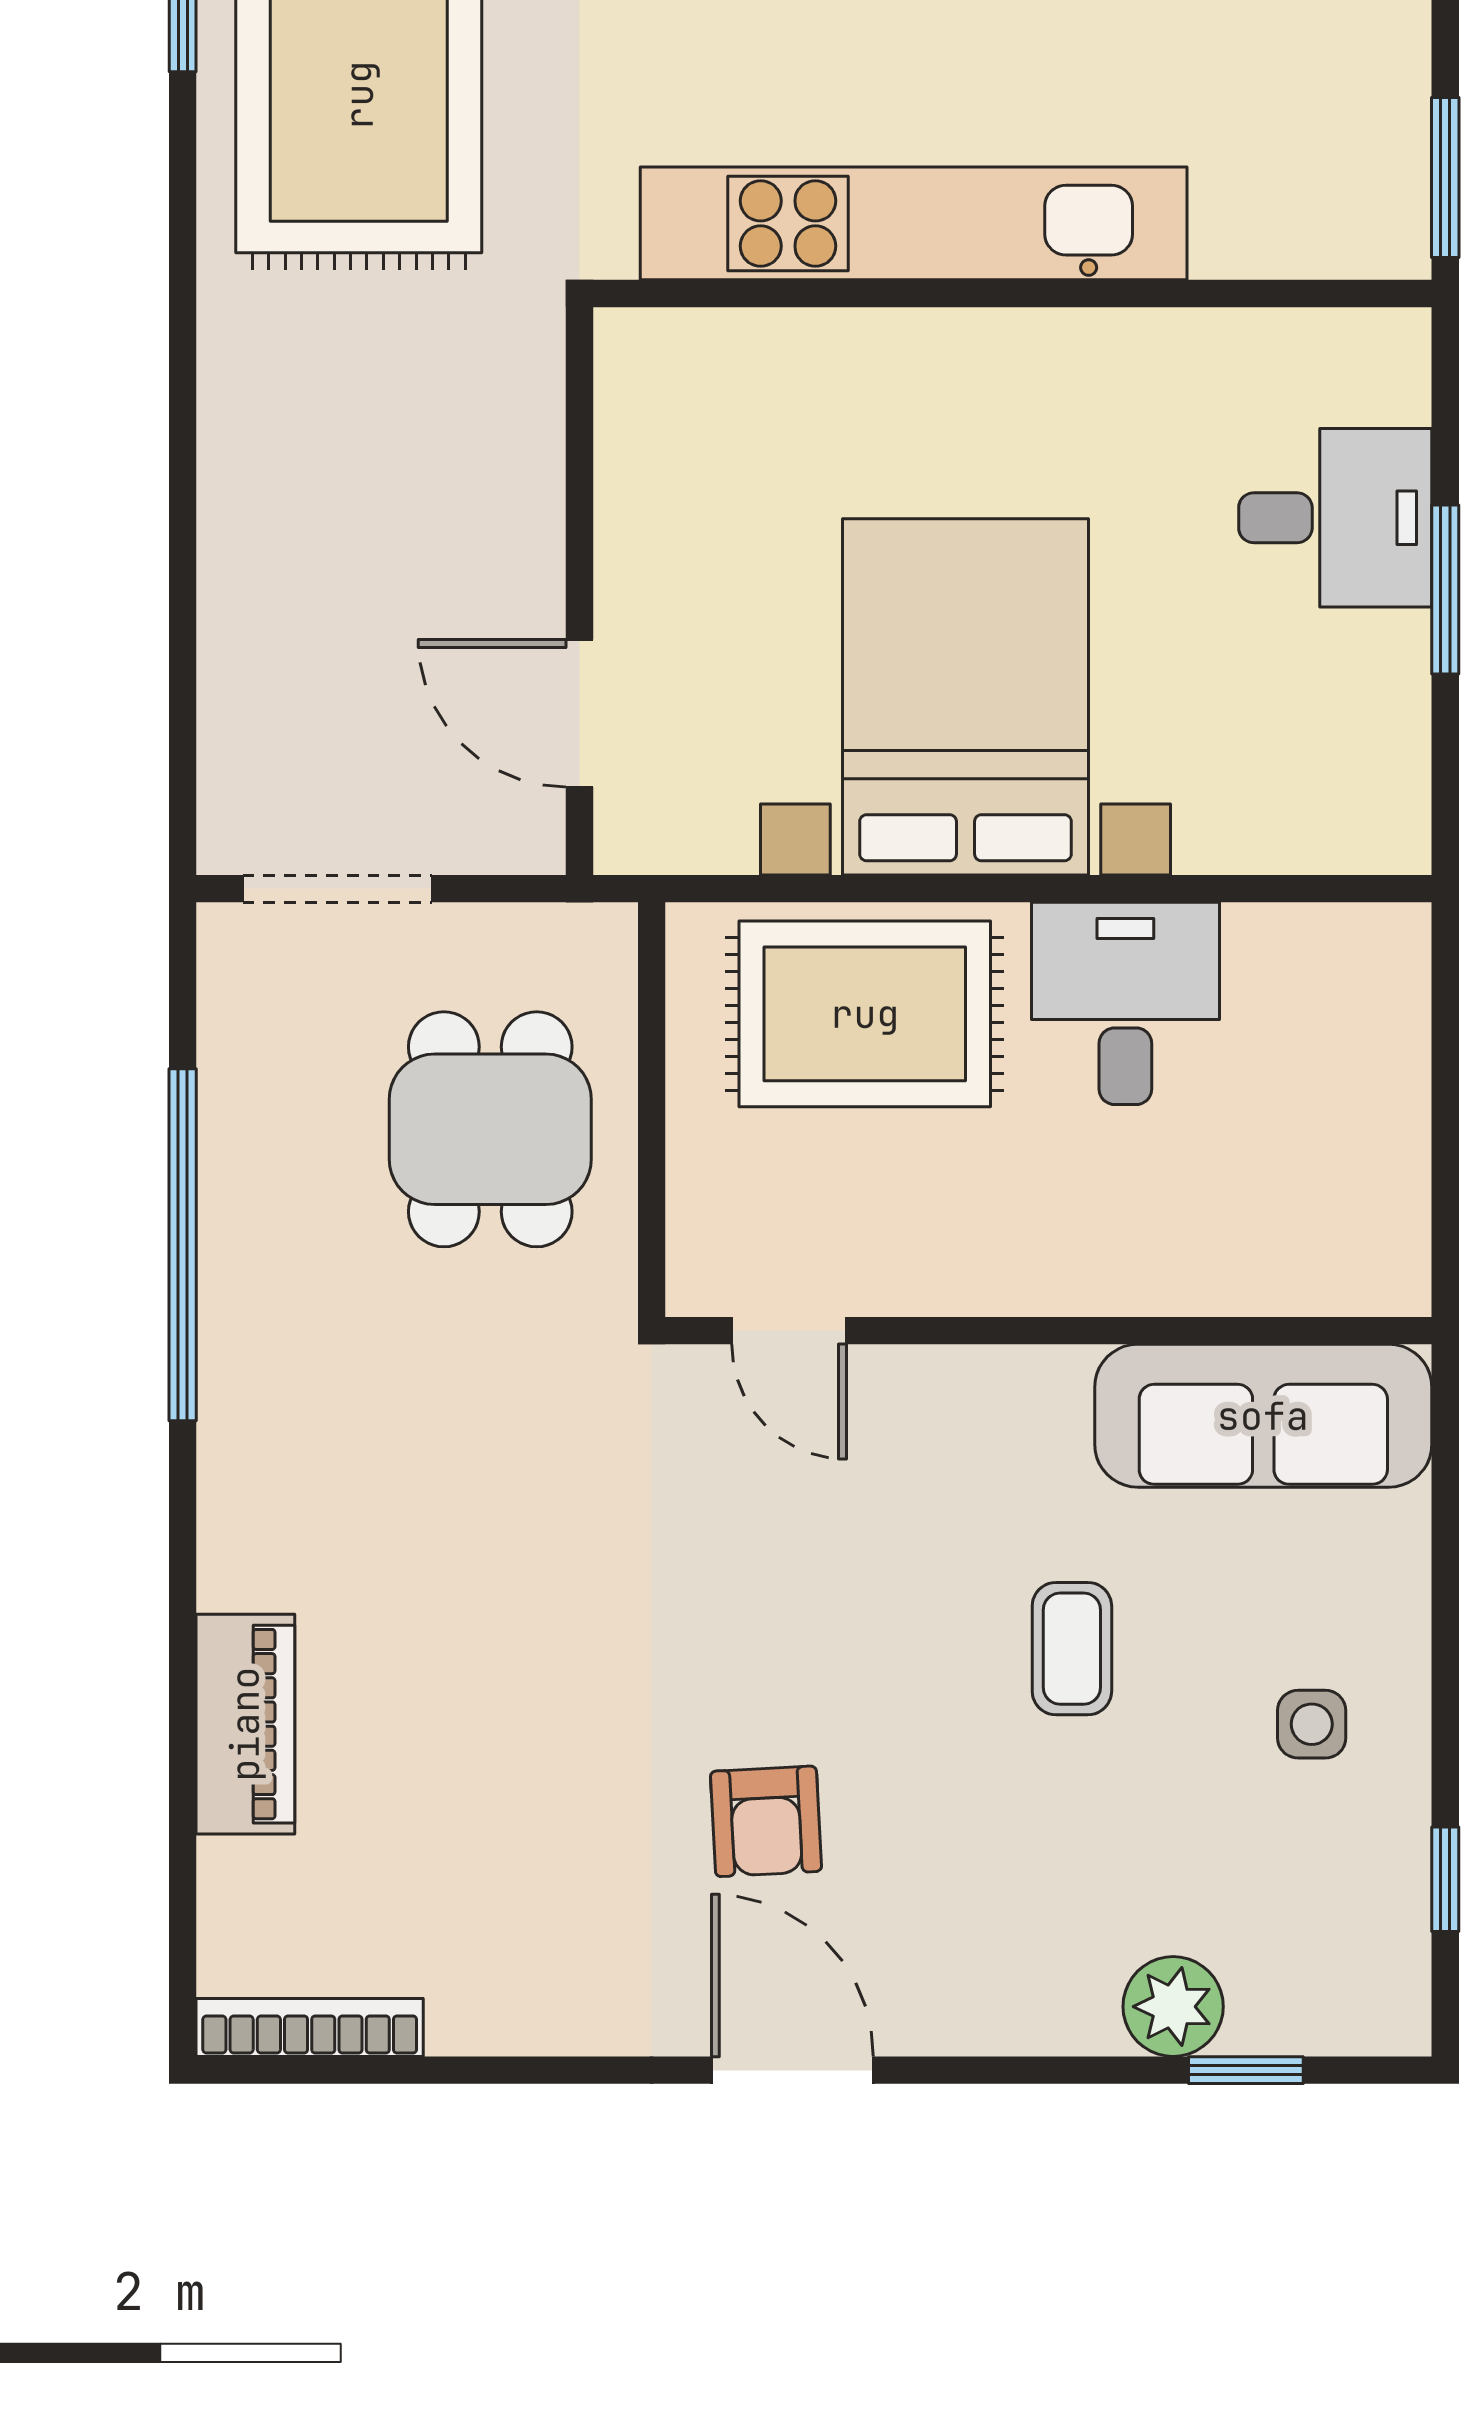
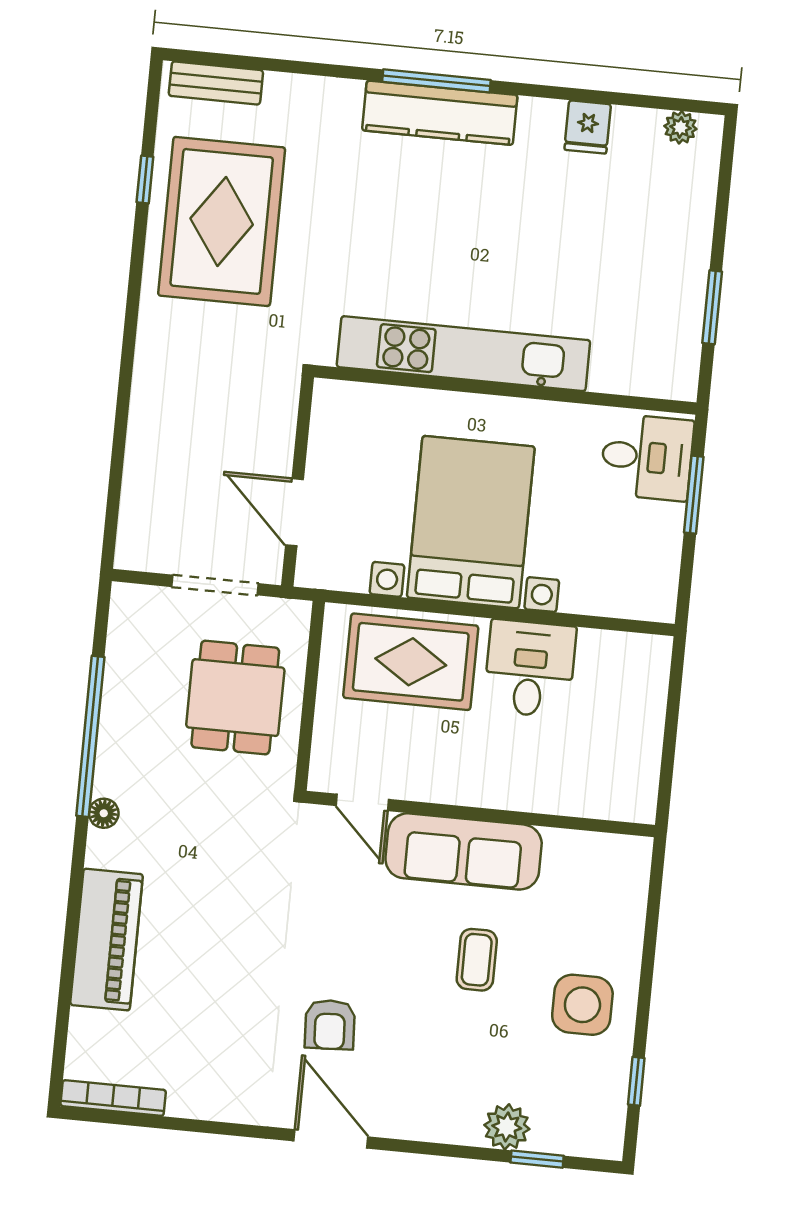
kitchen unit: (914, 223) -> (463, 354), moved
wall: (1012, 293) -> (505, 390), moved
doorway: (337, 889) -> (215, 585), moved
floor lamp: (228, 1409) -> (104, 813), added
sofa: (1263, 1416) -> (464, 851), moved
piano: (245, 1724) -> (107, 940), width x1.37, depth x1.33
side table: (1312, 1724) -> (582, 1005), width x1.87, depth x1.87

